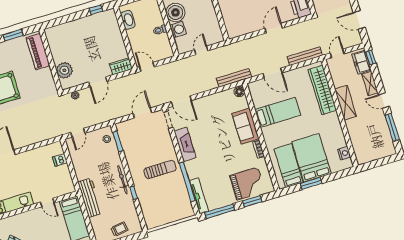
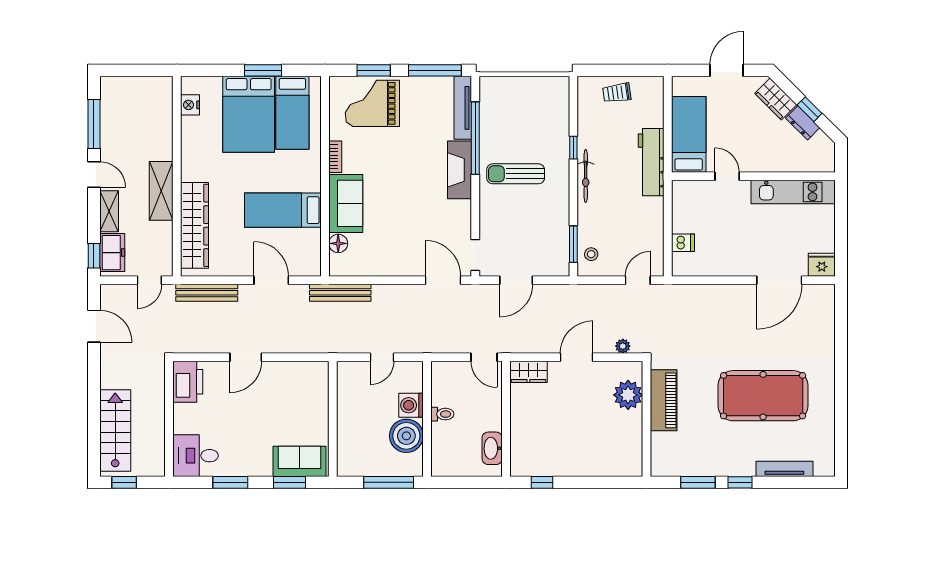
piano: (38, 52) -> (664, 400), moved
floor lamp: (239, 92) -> (338, 243), moved
fireplace: (185, 144) -> (459, 170), moved

